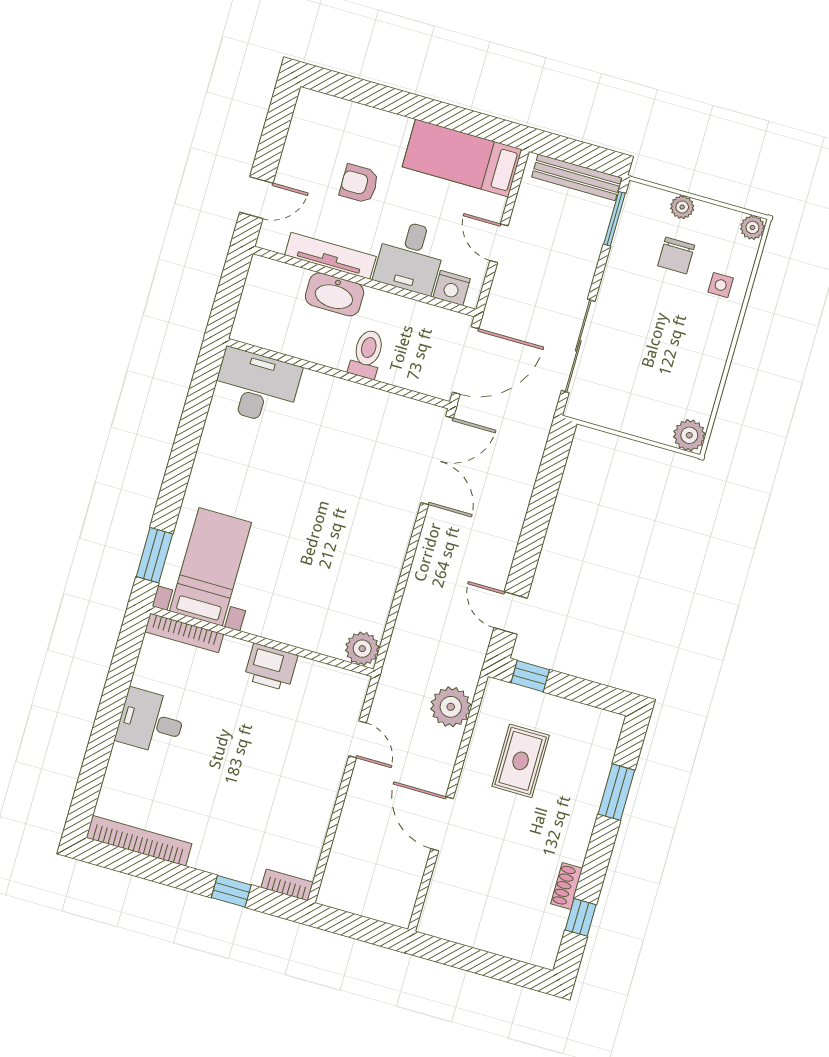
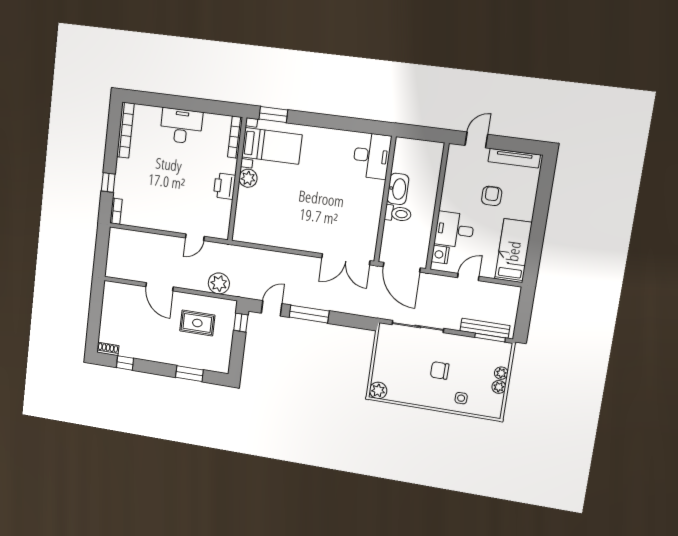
bench: (577, 177) -> (485, 328), moved, turned 90
door: (256, 198) -> (476, 140), swing flipped
plant: (752, 227) -> (499, 387), moved
chair: (676, 255) -> (440, 370), moved
tv unit: (330, 256) -> (514, 158), moved, turned 90
washbasin: (335, 294) -> (398, 189), moved, turned 180
window: (530, 544) -> (309, 314), added
plant: (362, 649) -> (248, 178), moved
desk: (151, 722) -> (181, 126), width x1.37
door: (442, 824) -> (159, 287), swing flipped
shoe rack: (567, 886) -> (108, 349), moved

